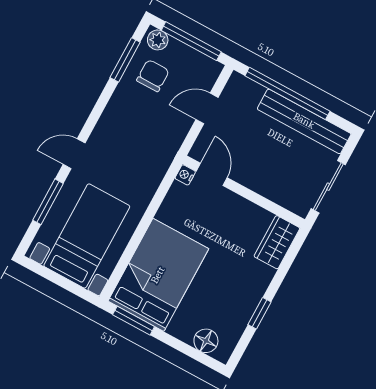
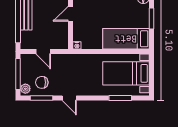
door: (74, 154) -> (69, 98), moved
door: (212, 174) -> (70, 14), moved
bed: (158, 275) -> (126, 39), width x0.67
window: (134, 321) -> (151, 18), moved

